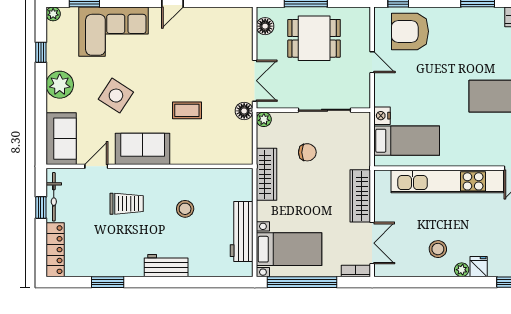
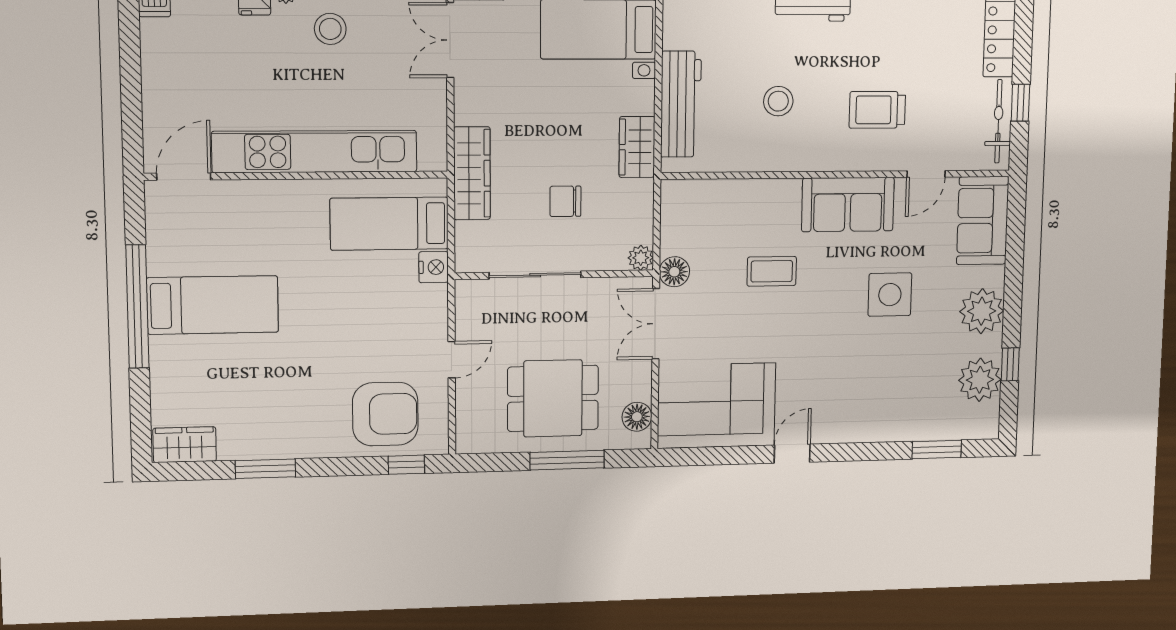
plant: (53, 14) -> (980, 380), moved, width x1.87, depth x1.87
corner sofa: (114, 32) -> (717, 406), moved
door: (372, 62) -> (452, 360), swing flipped
side table: (116, 96) -> (890, 295), turned -33
wardrobe: (267, 174) -> (637, 147), width x0.67
wardrobe: (360, 196) -> (472, 173), moved
workbench: (242, 231) -> (681, 104), moved

